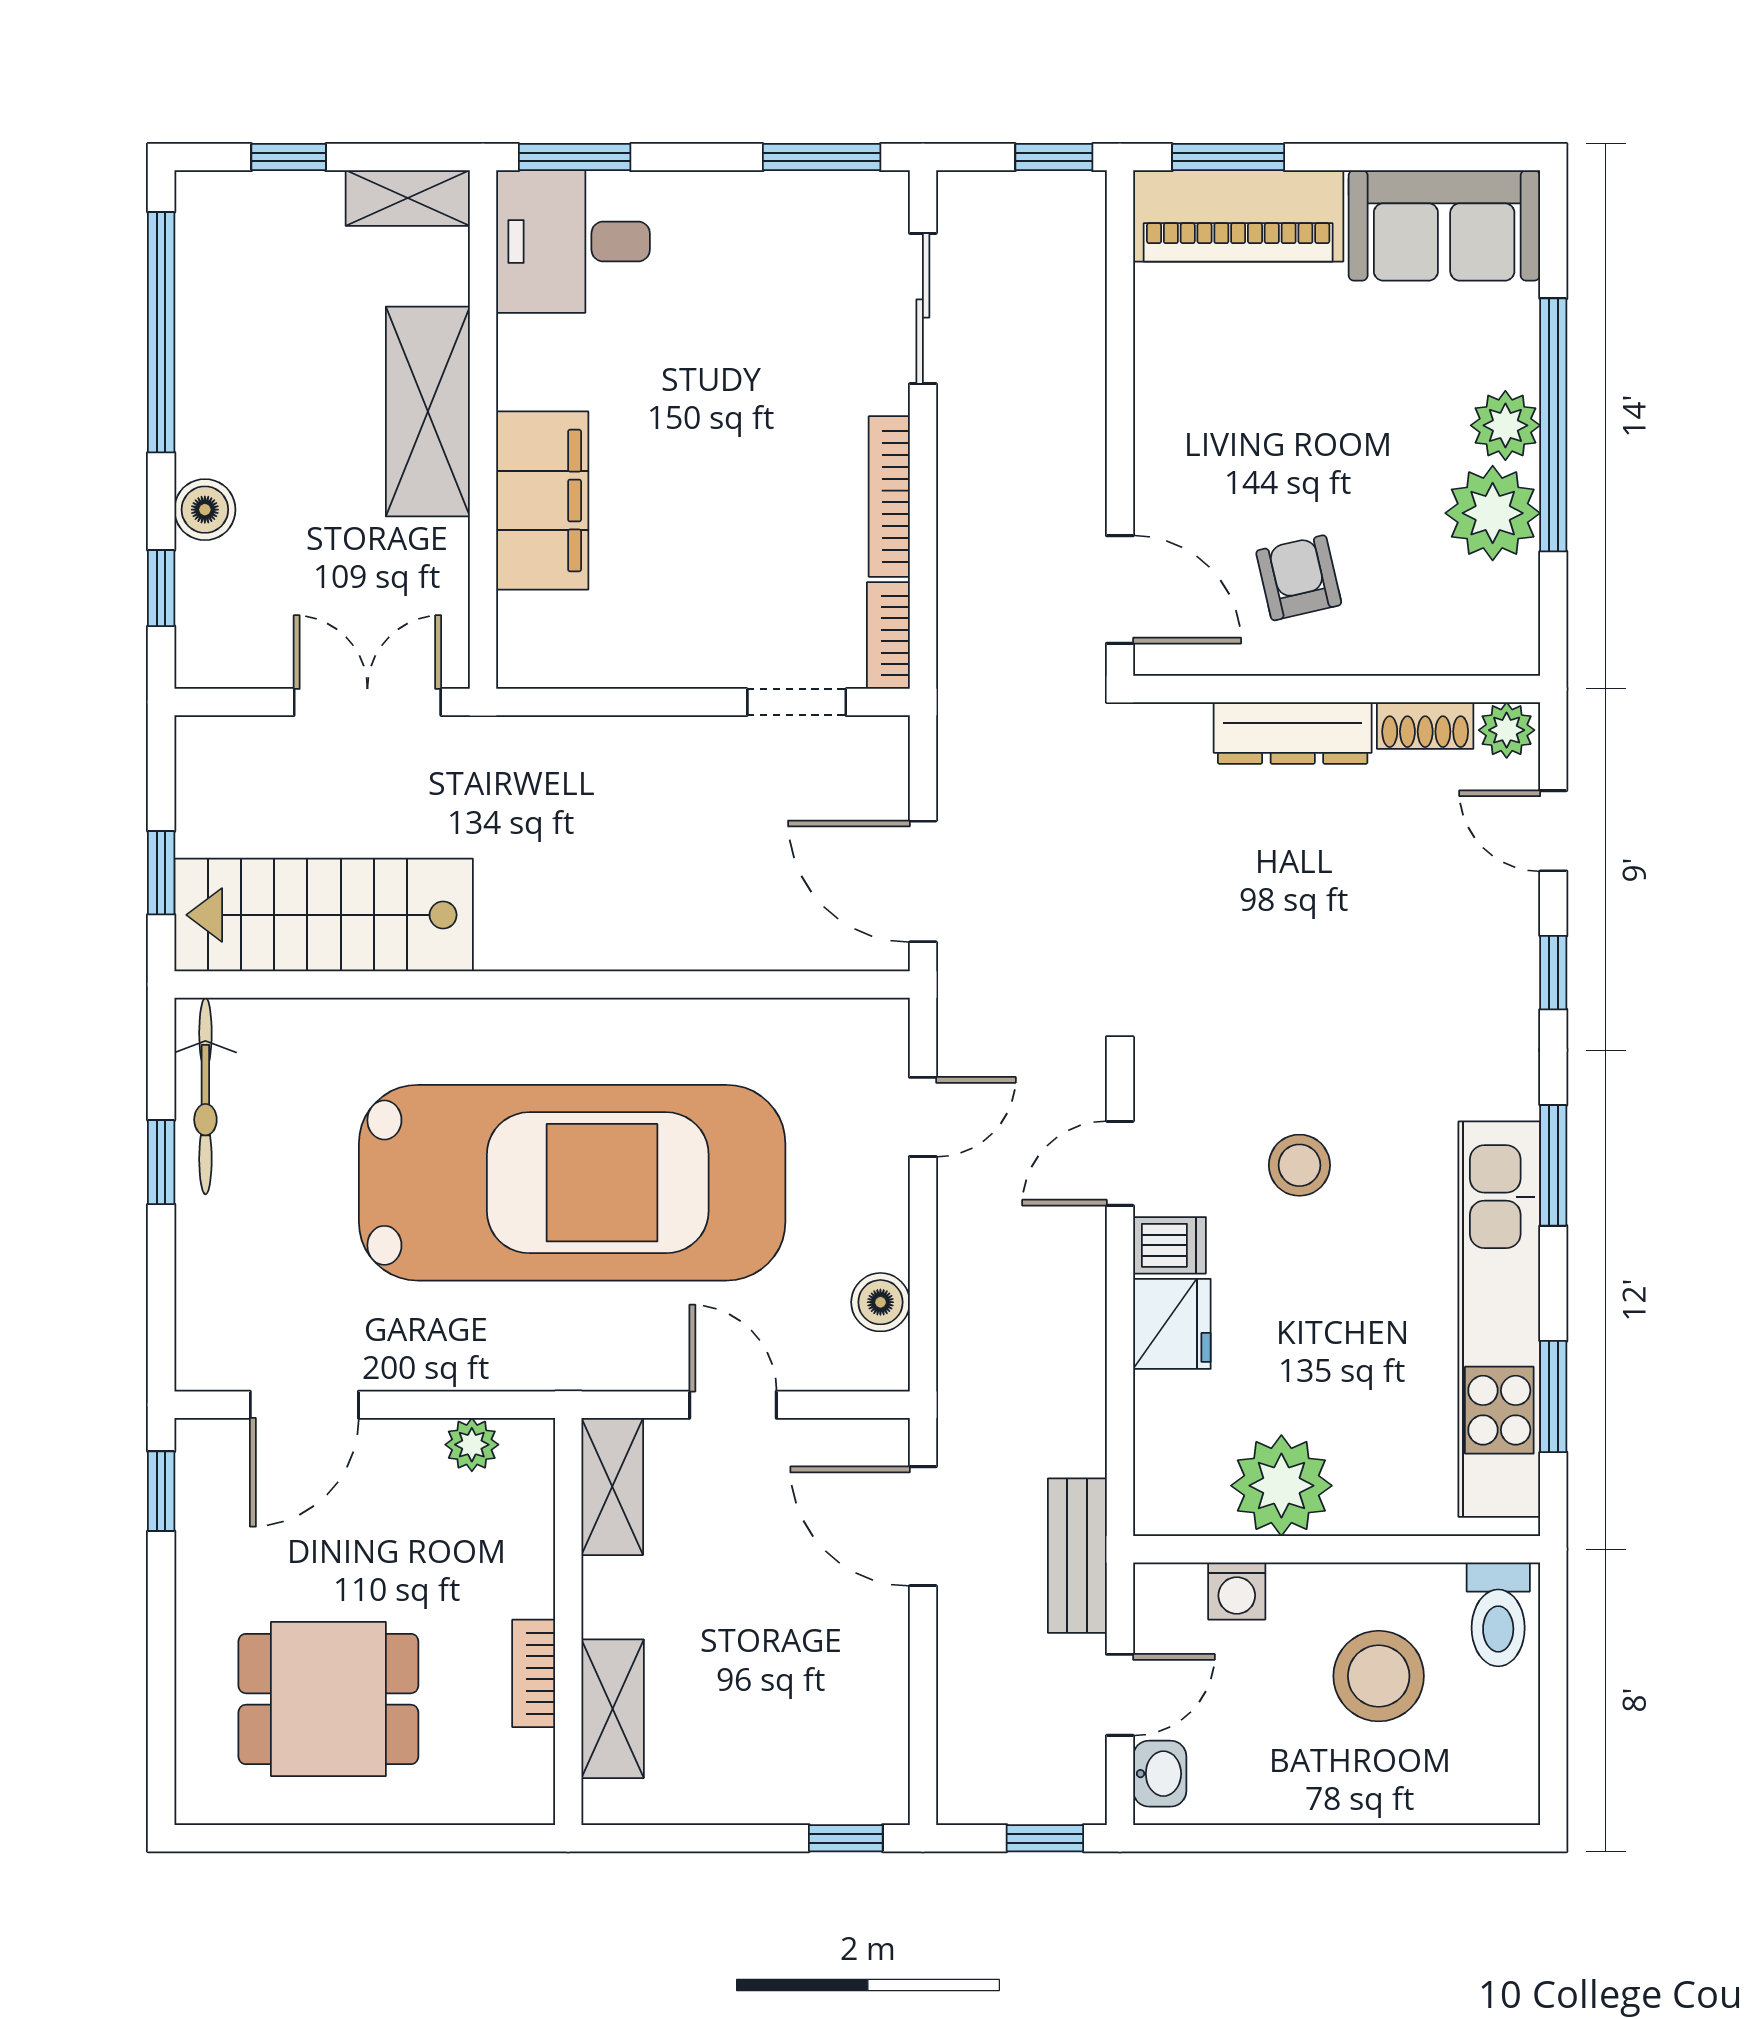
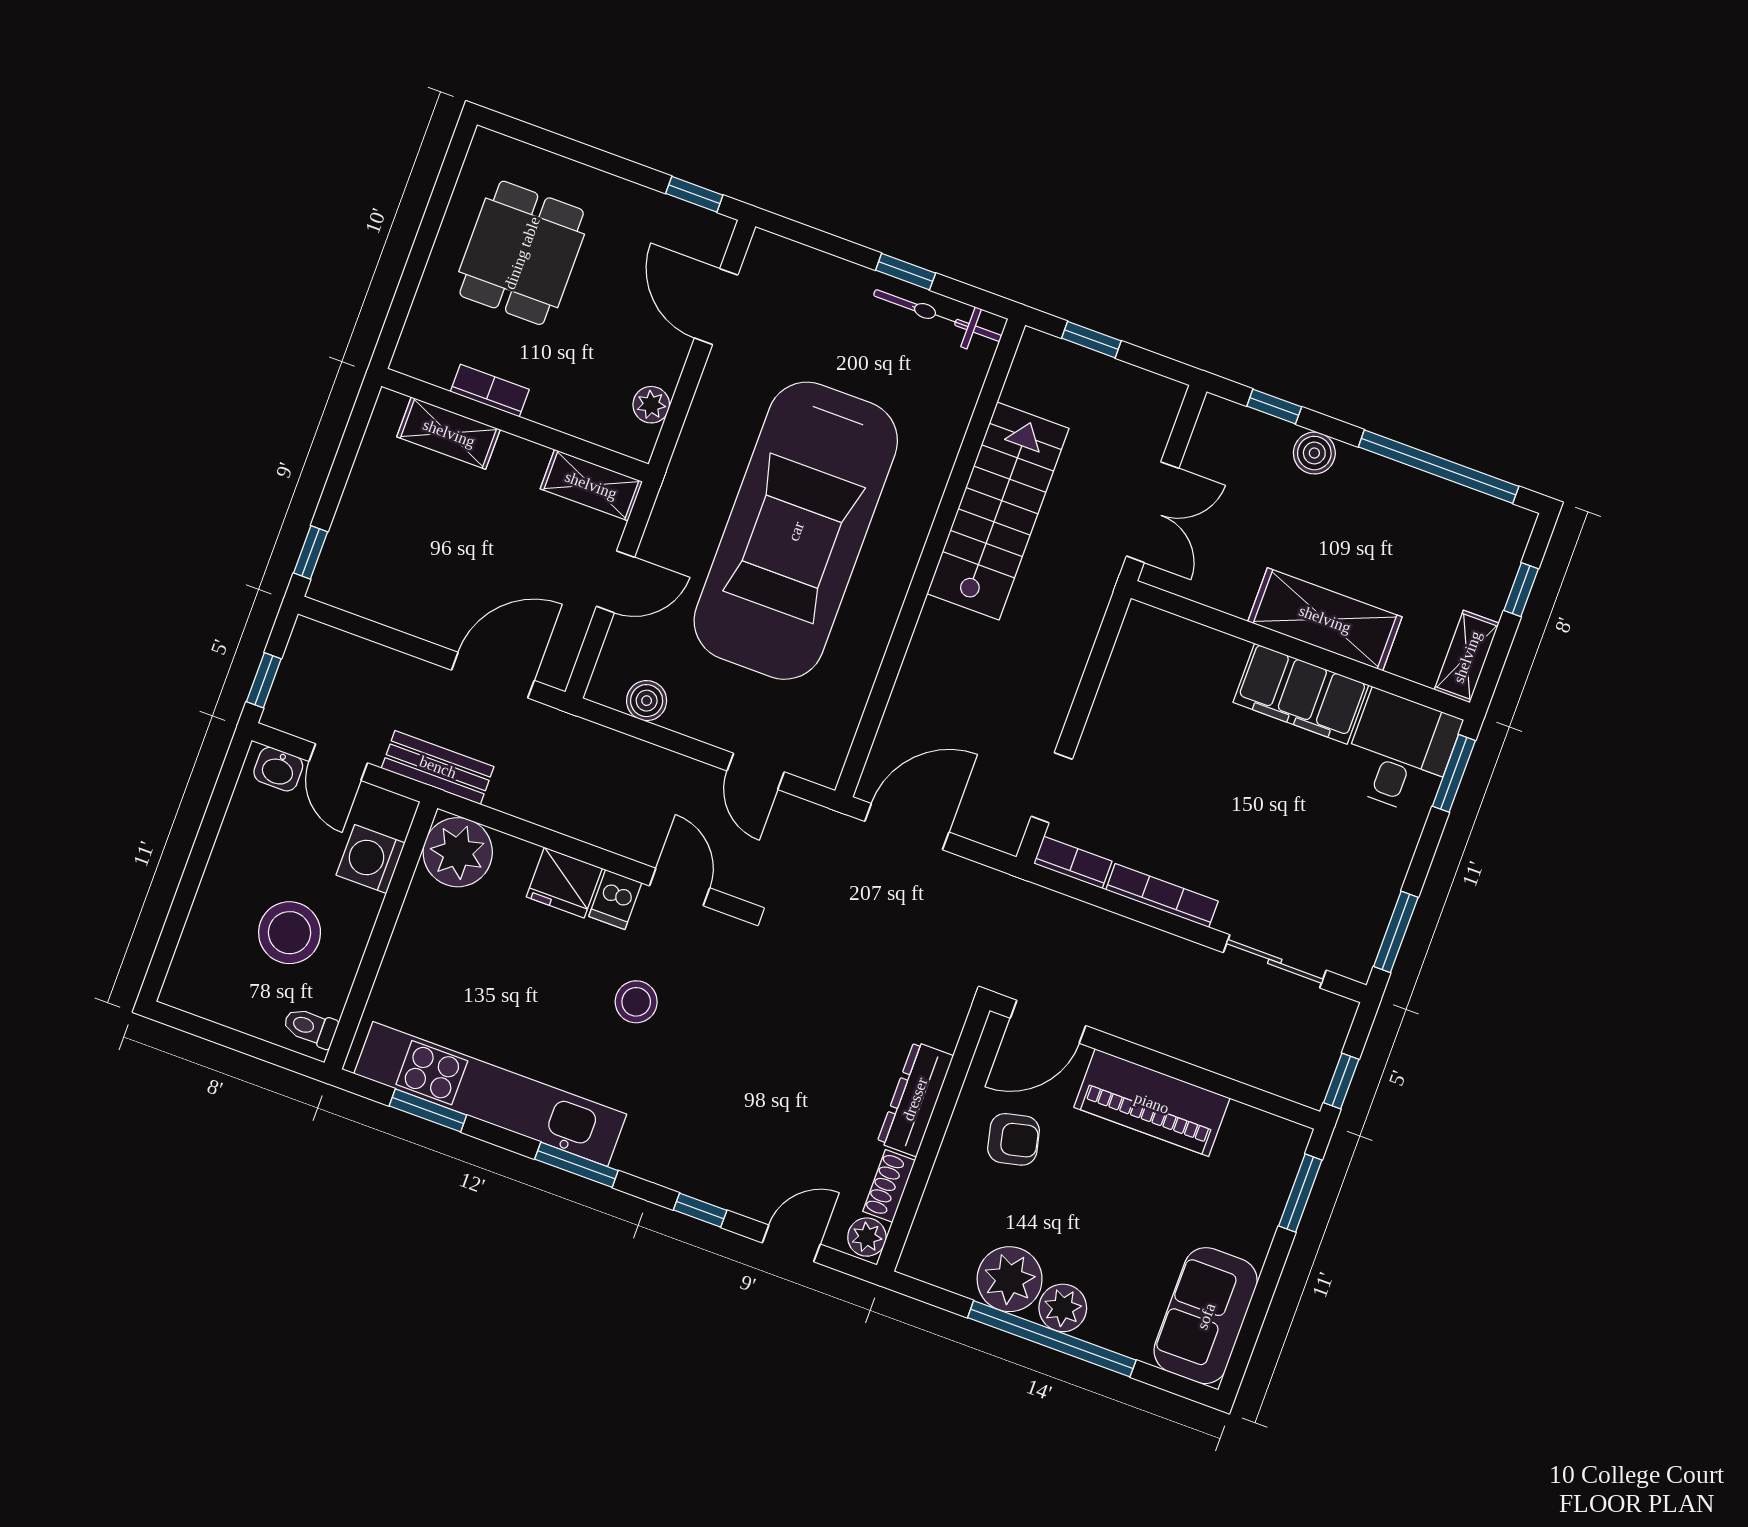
piano: (1238, 216) -> (1152, 1103), moved, turned -90
filing cabinet: (542, 501) -> (1301, 694), moved
stairs: (324, 915) -> (998, 511), moved
plant: (1281, 1486) -> (458, 852), moved
washing machine: (1237, 1591) -> (371, 859), width x1.38, depth x1.38
toilet: (1498, 1614) -> (310, 1027), width x0.73, depth x0.72

